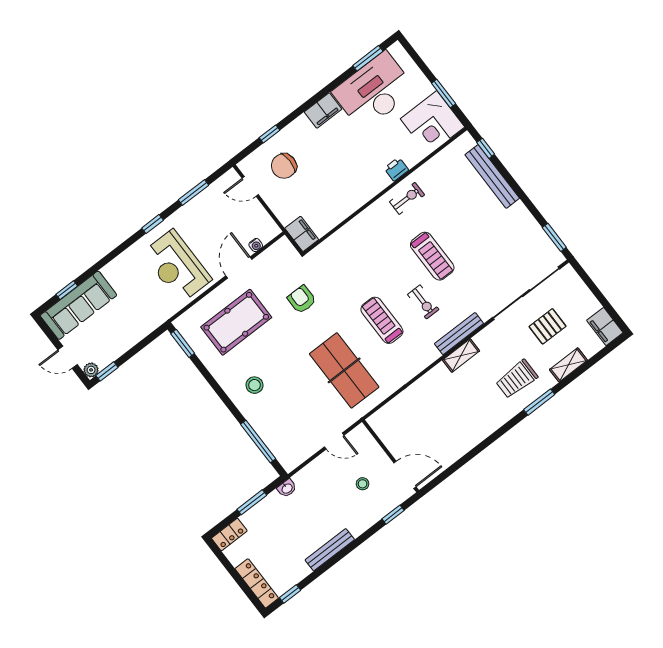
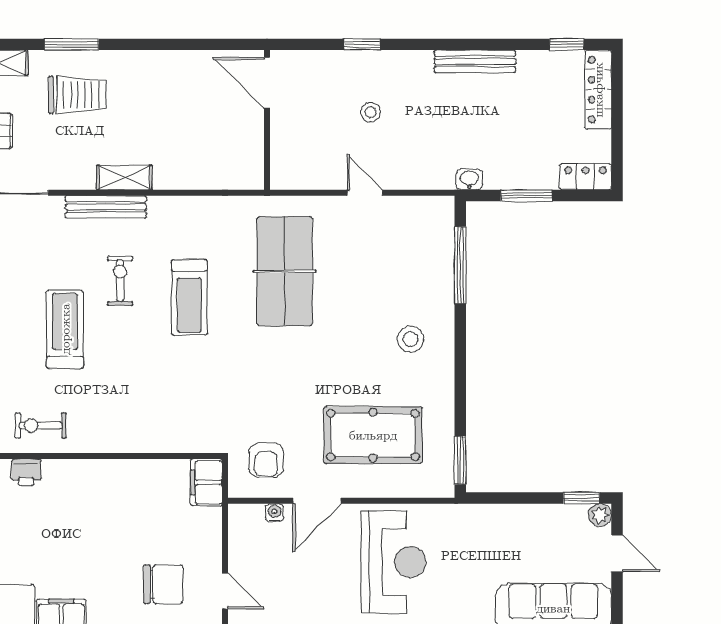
armchair: (302, 299) -> (266, 460), moved
wall: (390, 456) -> (267, 120), moved
door: (405, 475) -> (267, 83), moved

